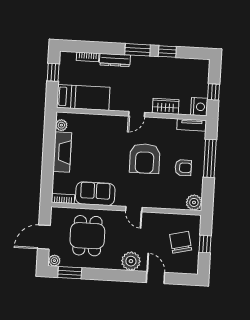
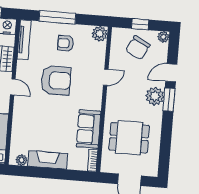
tv unit: (192, 125) -> (24, 40), width x1.41
armchair: (183, 168) -> (66, 43), turned -90
door: (134, 209) -> (106, 77), moved
chair: (181, 242) -> (138, 48), turned -50
plant: (54, 261) -> (163, 37), moved
window: (70, 273) -> (169, 100), moved

